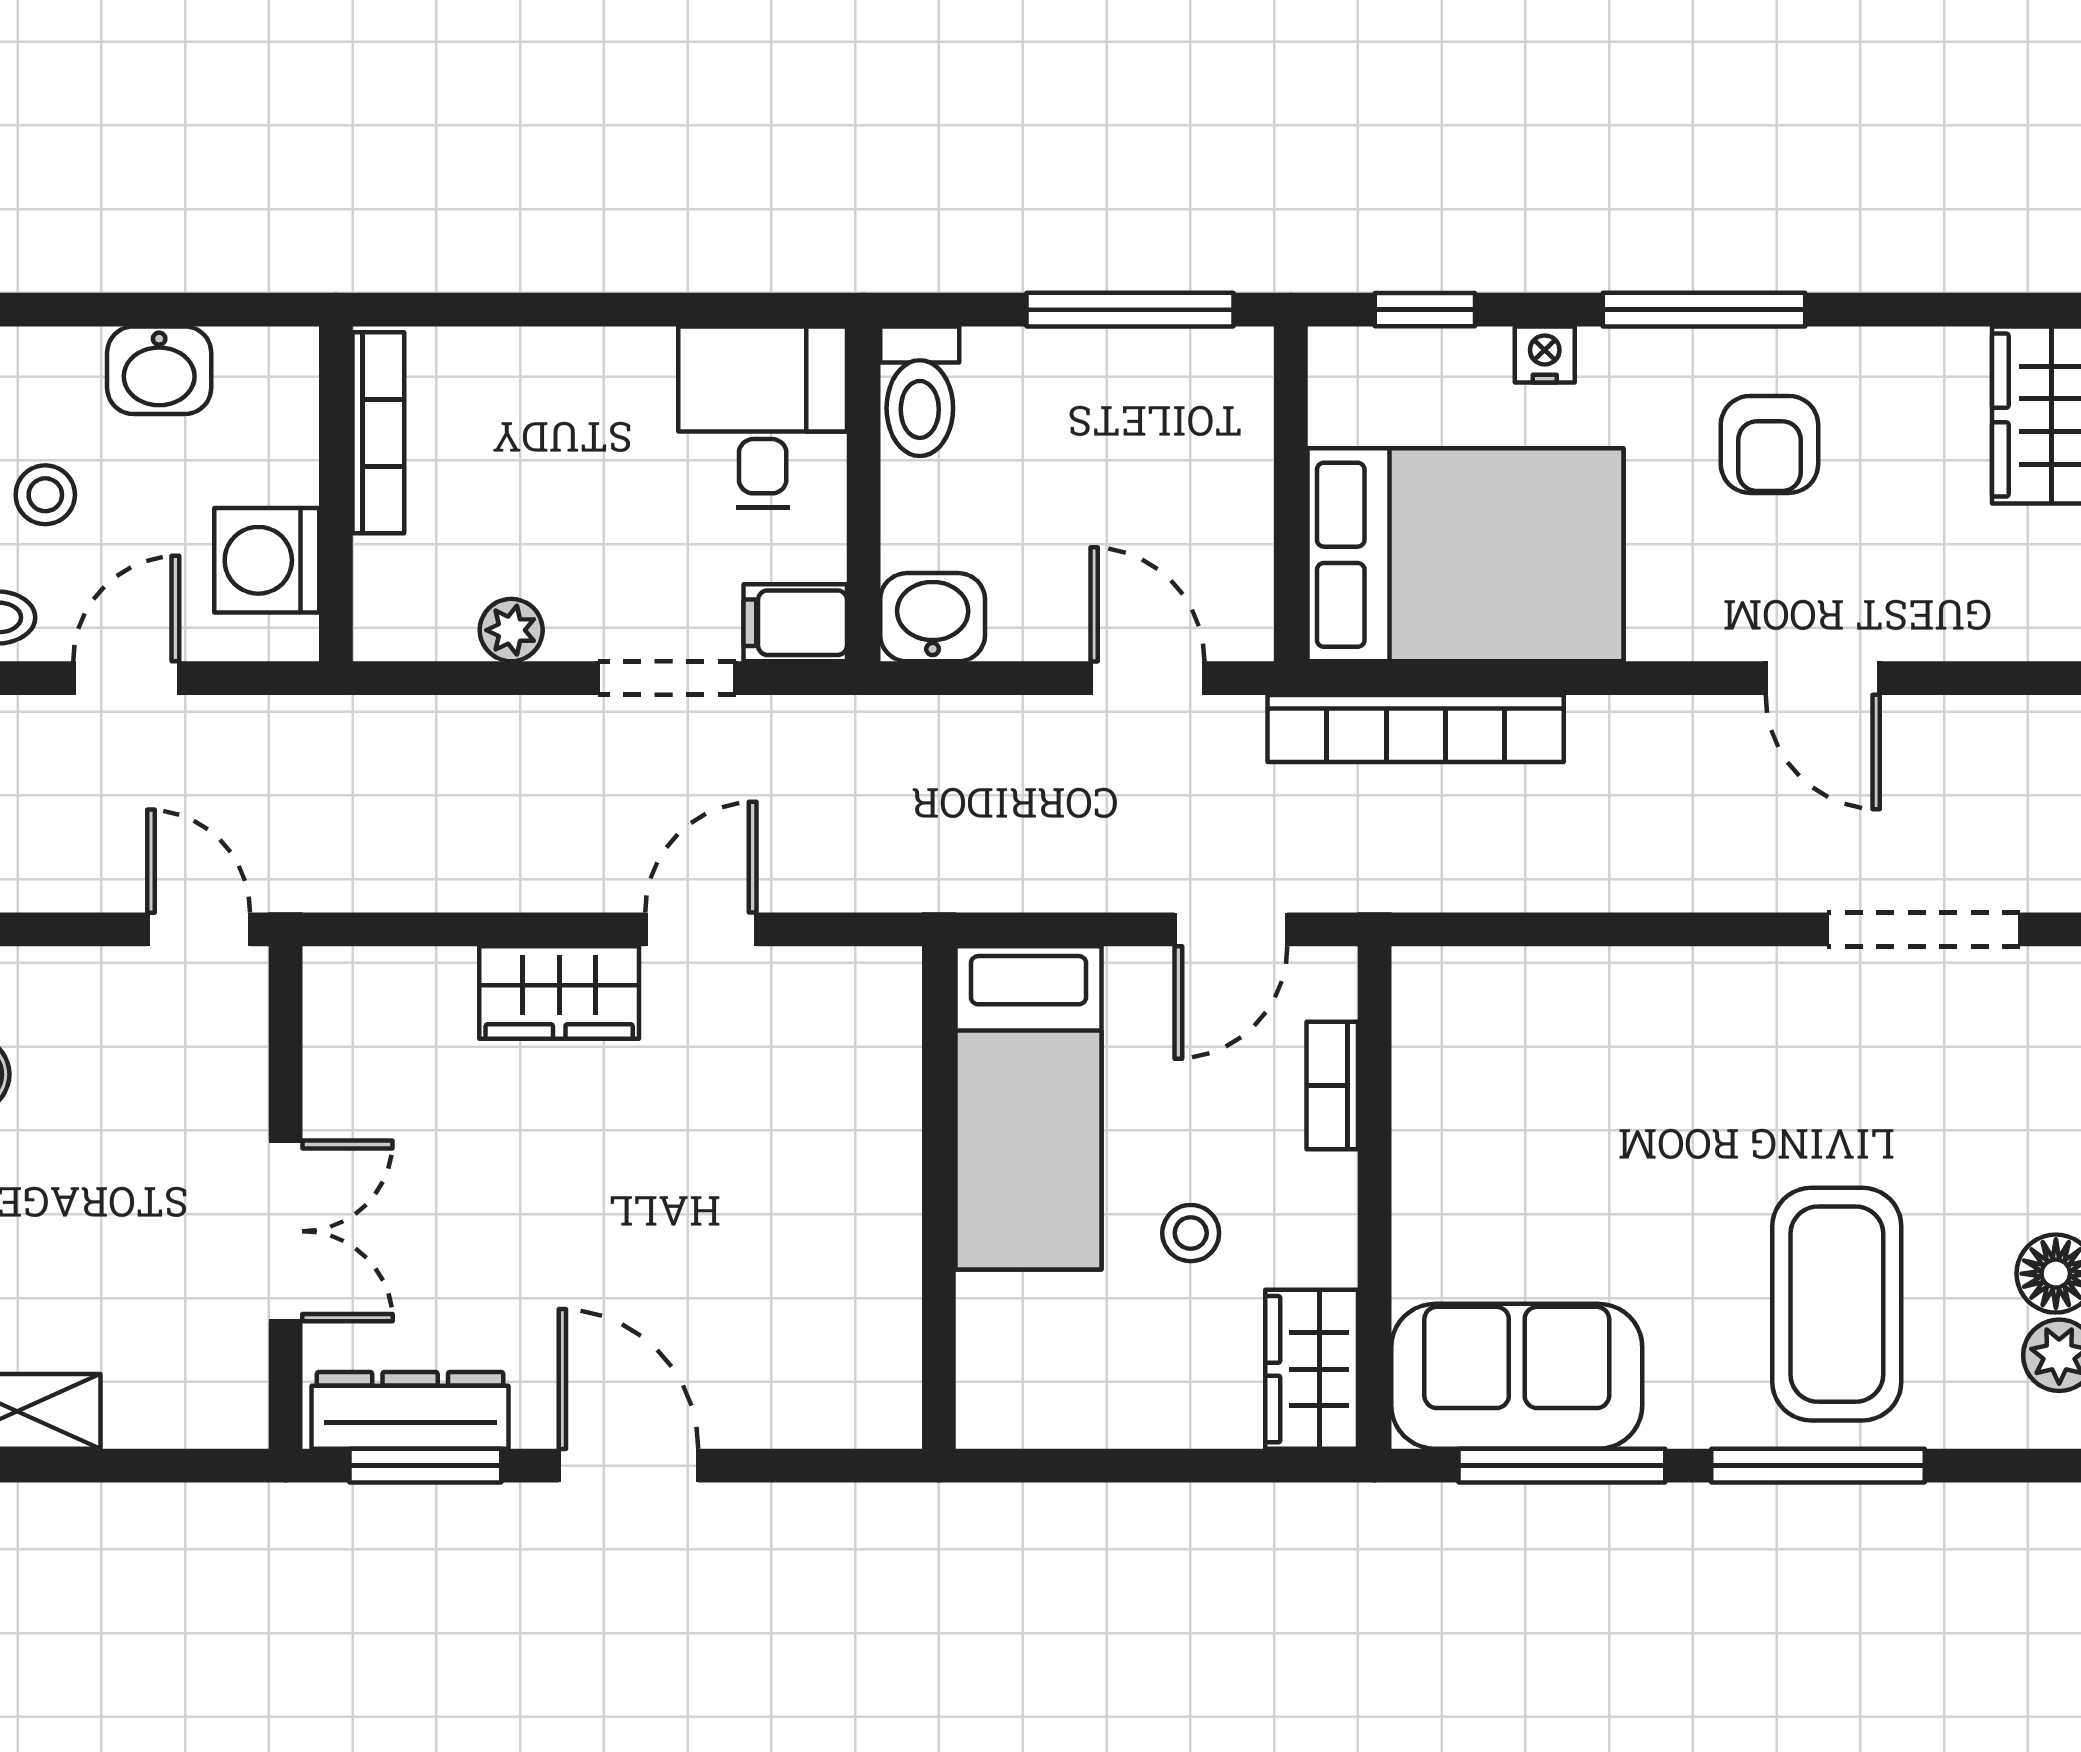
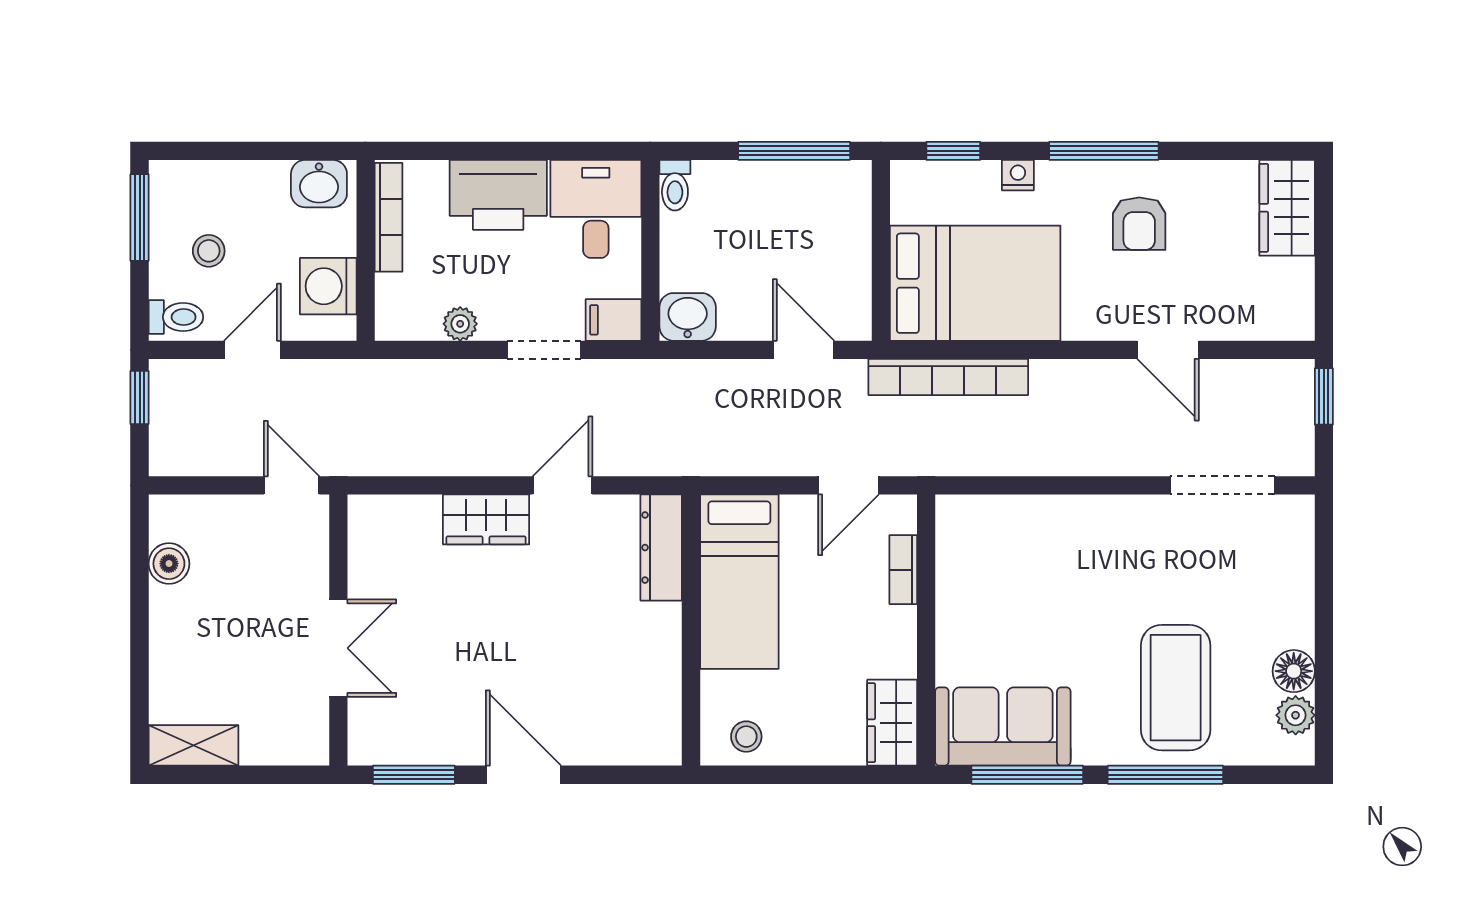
washbasin: (159, 370) -> (319, 184), moved
printer: (582, 391) -> (498, 195), added
toilet: (920, 391) -> (675, 185), width x0.73, depth x0.72
stool: (1191, 1233) -> (746, 737), moved
dresser: (410, 1410) -> (661, 548), moved, turned -90

